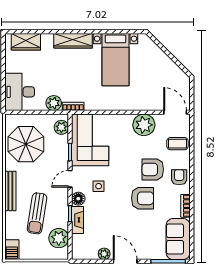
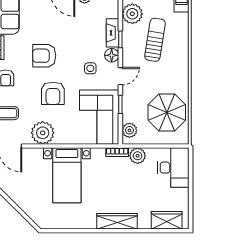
bed with nightstands: (115, 60) -> (67, 175), moved, turned 180
armchair: (153, 169) -> (53, 93), moved, turned 90
bench: (10, 191) -> (183, 63), removed

